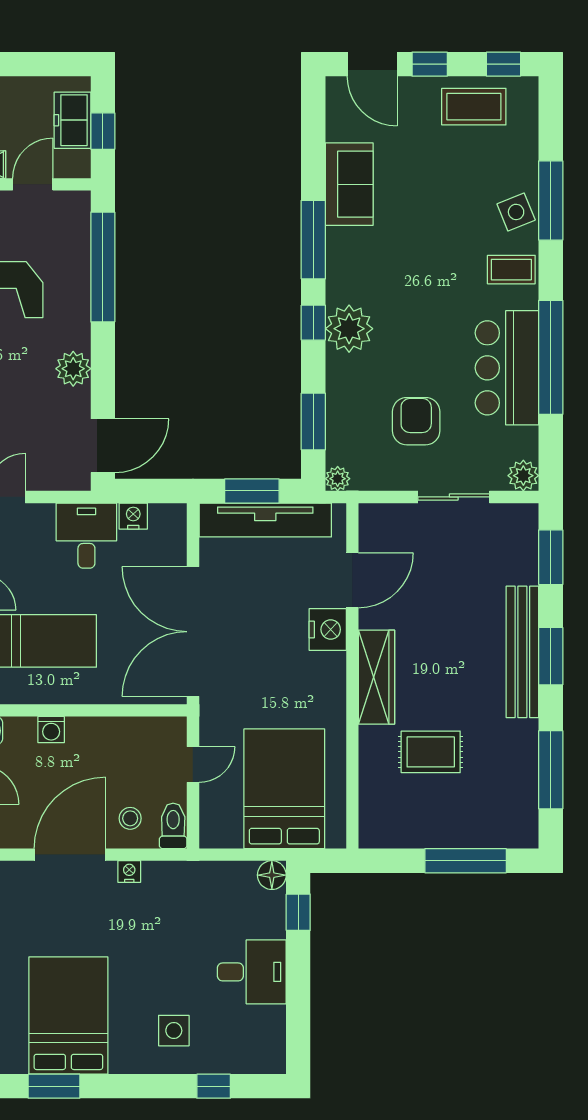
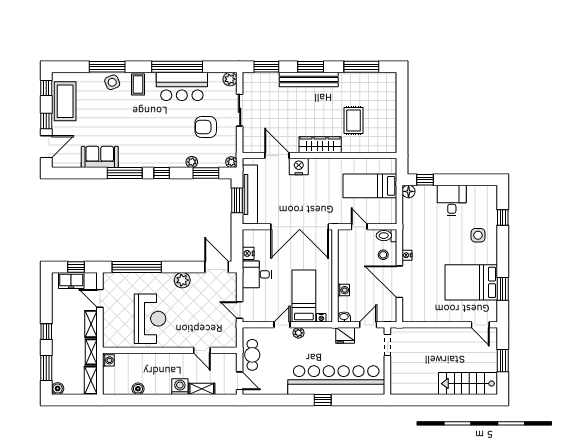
coffee table: (474, 107) -> (65, 101), width x1.36, depth x1.32
plant: (349, 329) -> (192, 162), moved, width x0.53, depth x0.53
bed: (284, 789) -> (370, 186), width x0.67
window: (466, 861) -> (402, 105), removed

